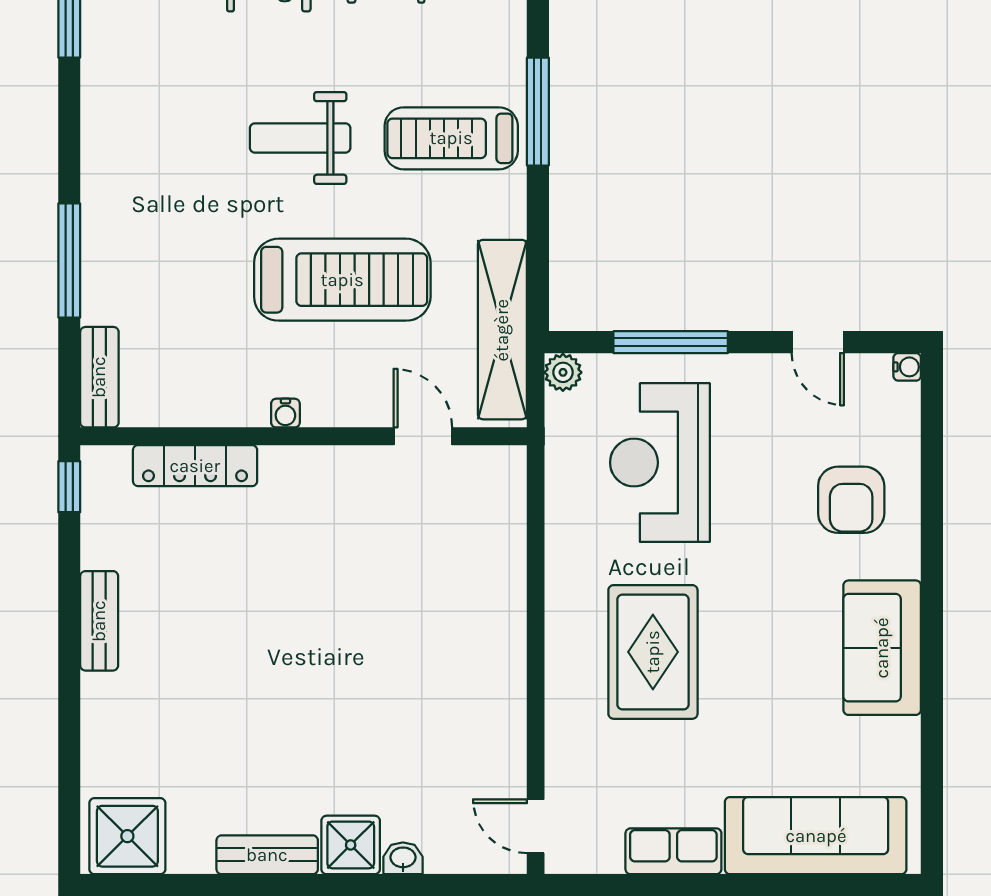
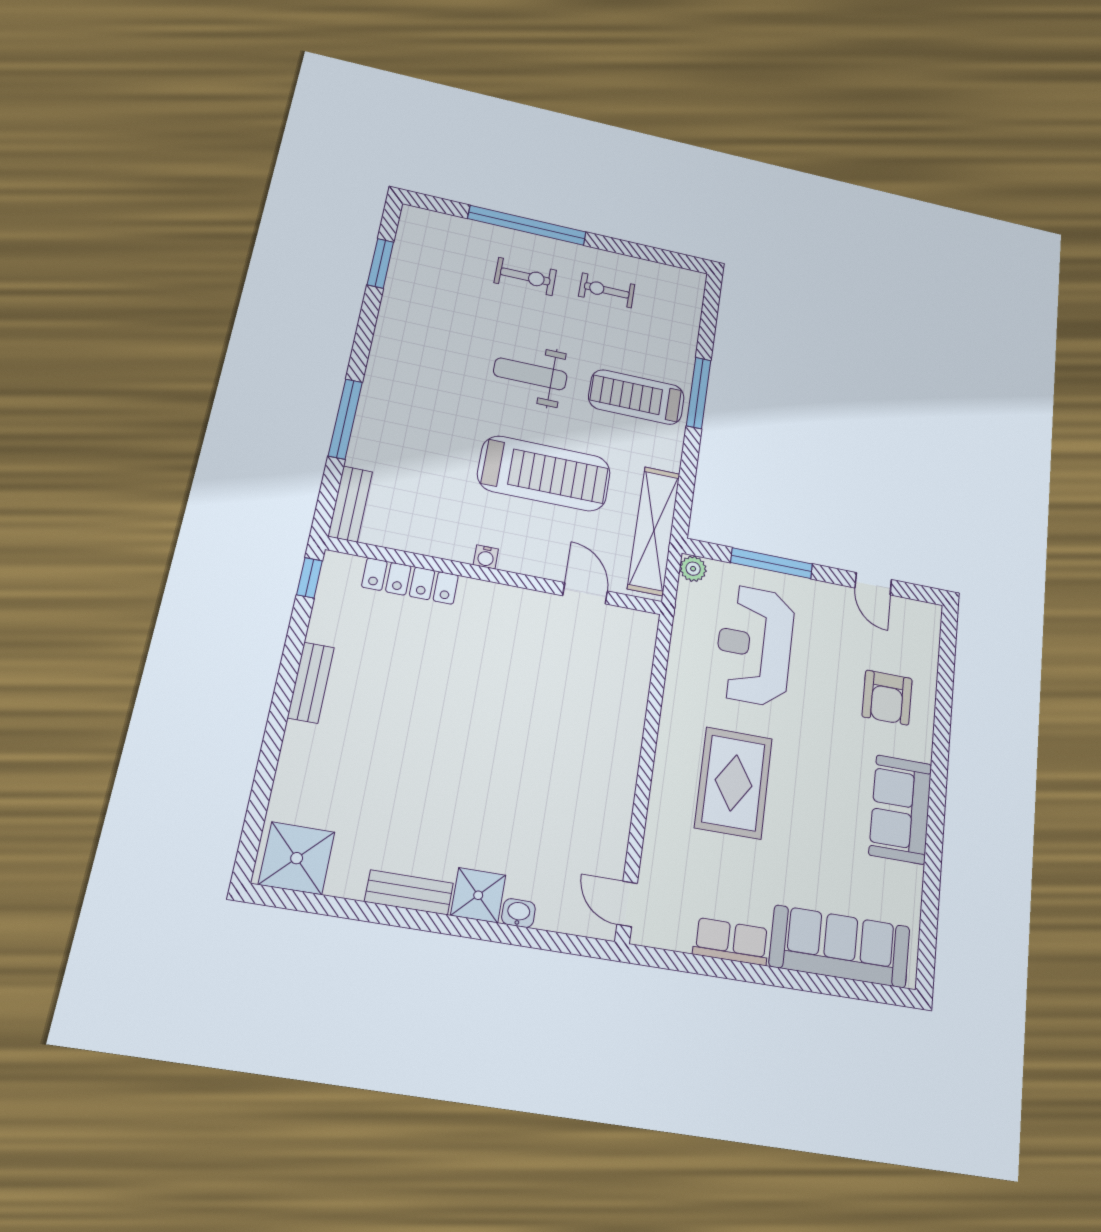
water cooler: (907, 367) -> (933, 613), removed

